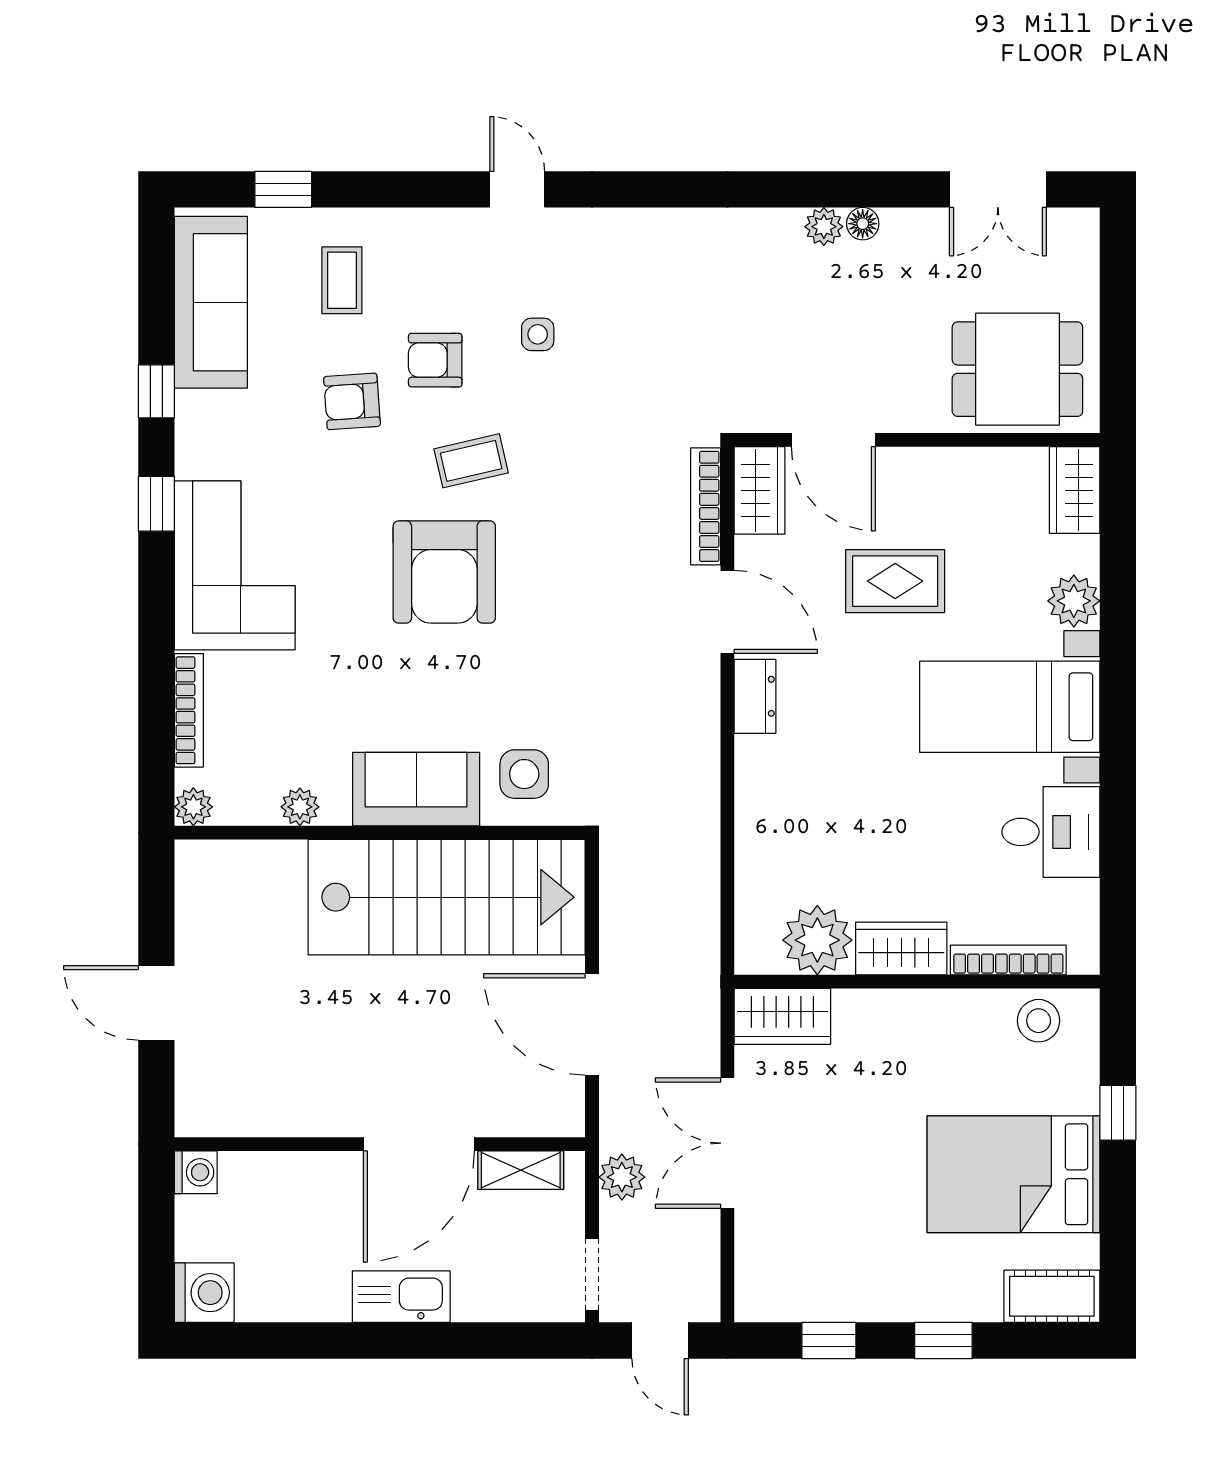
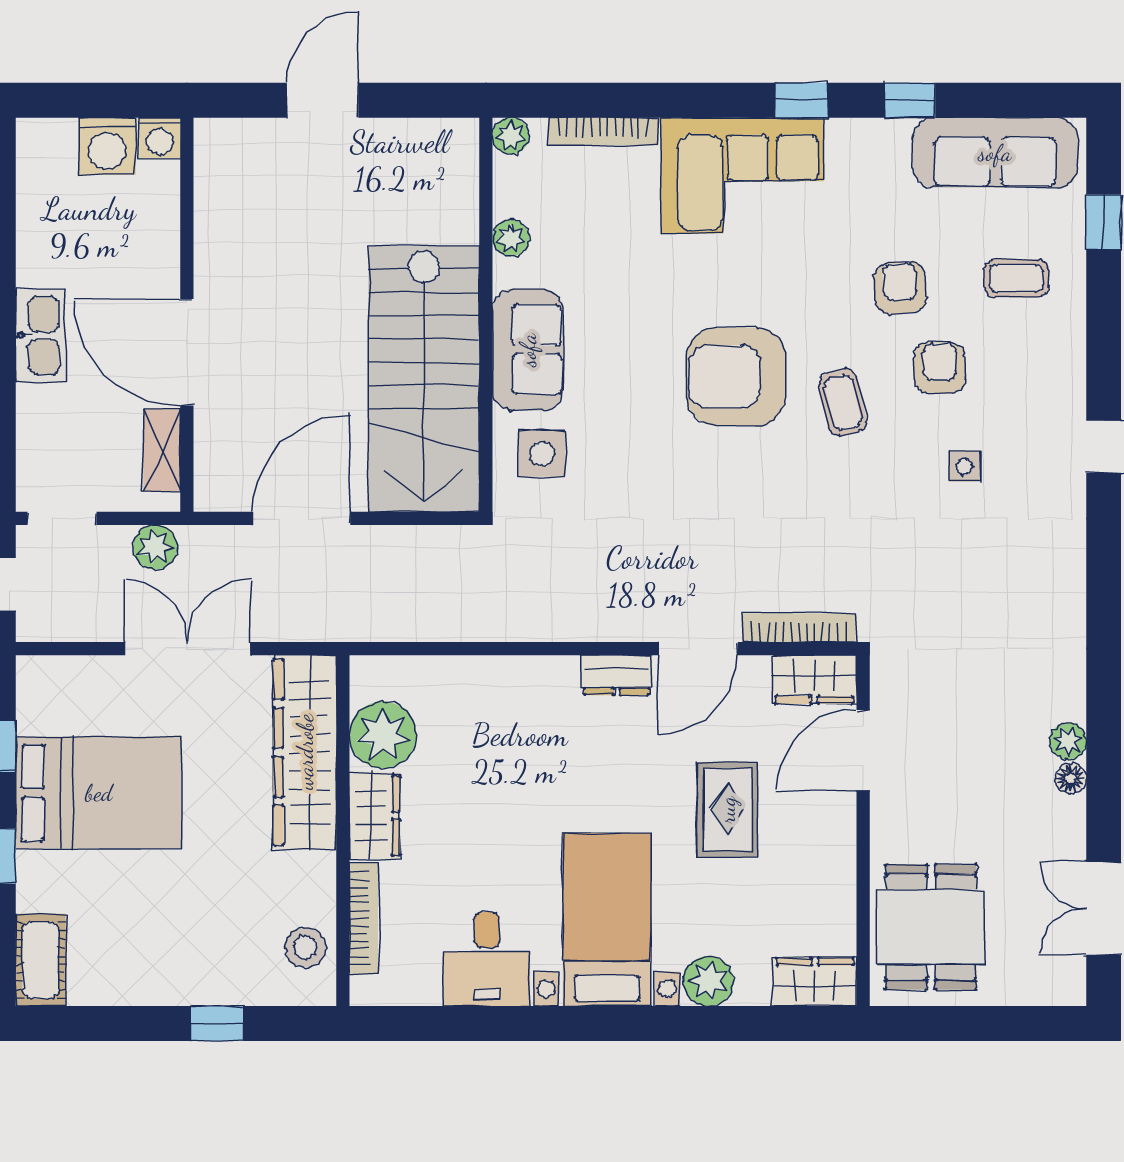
wardrobe: (782, 1016) -> (305, 752), width x2.10, depth x1.17
bed: (1013, 1174) -> (99, 793), moved, turned 90
washing machine: (204, 1293) -> (107, 146), moved

